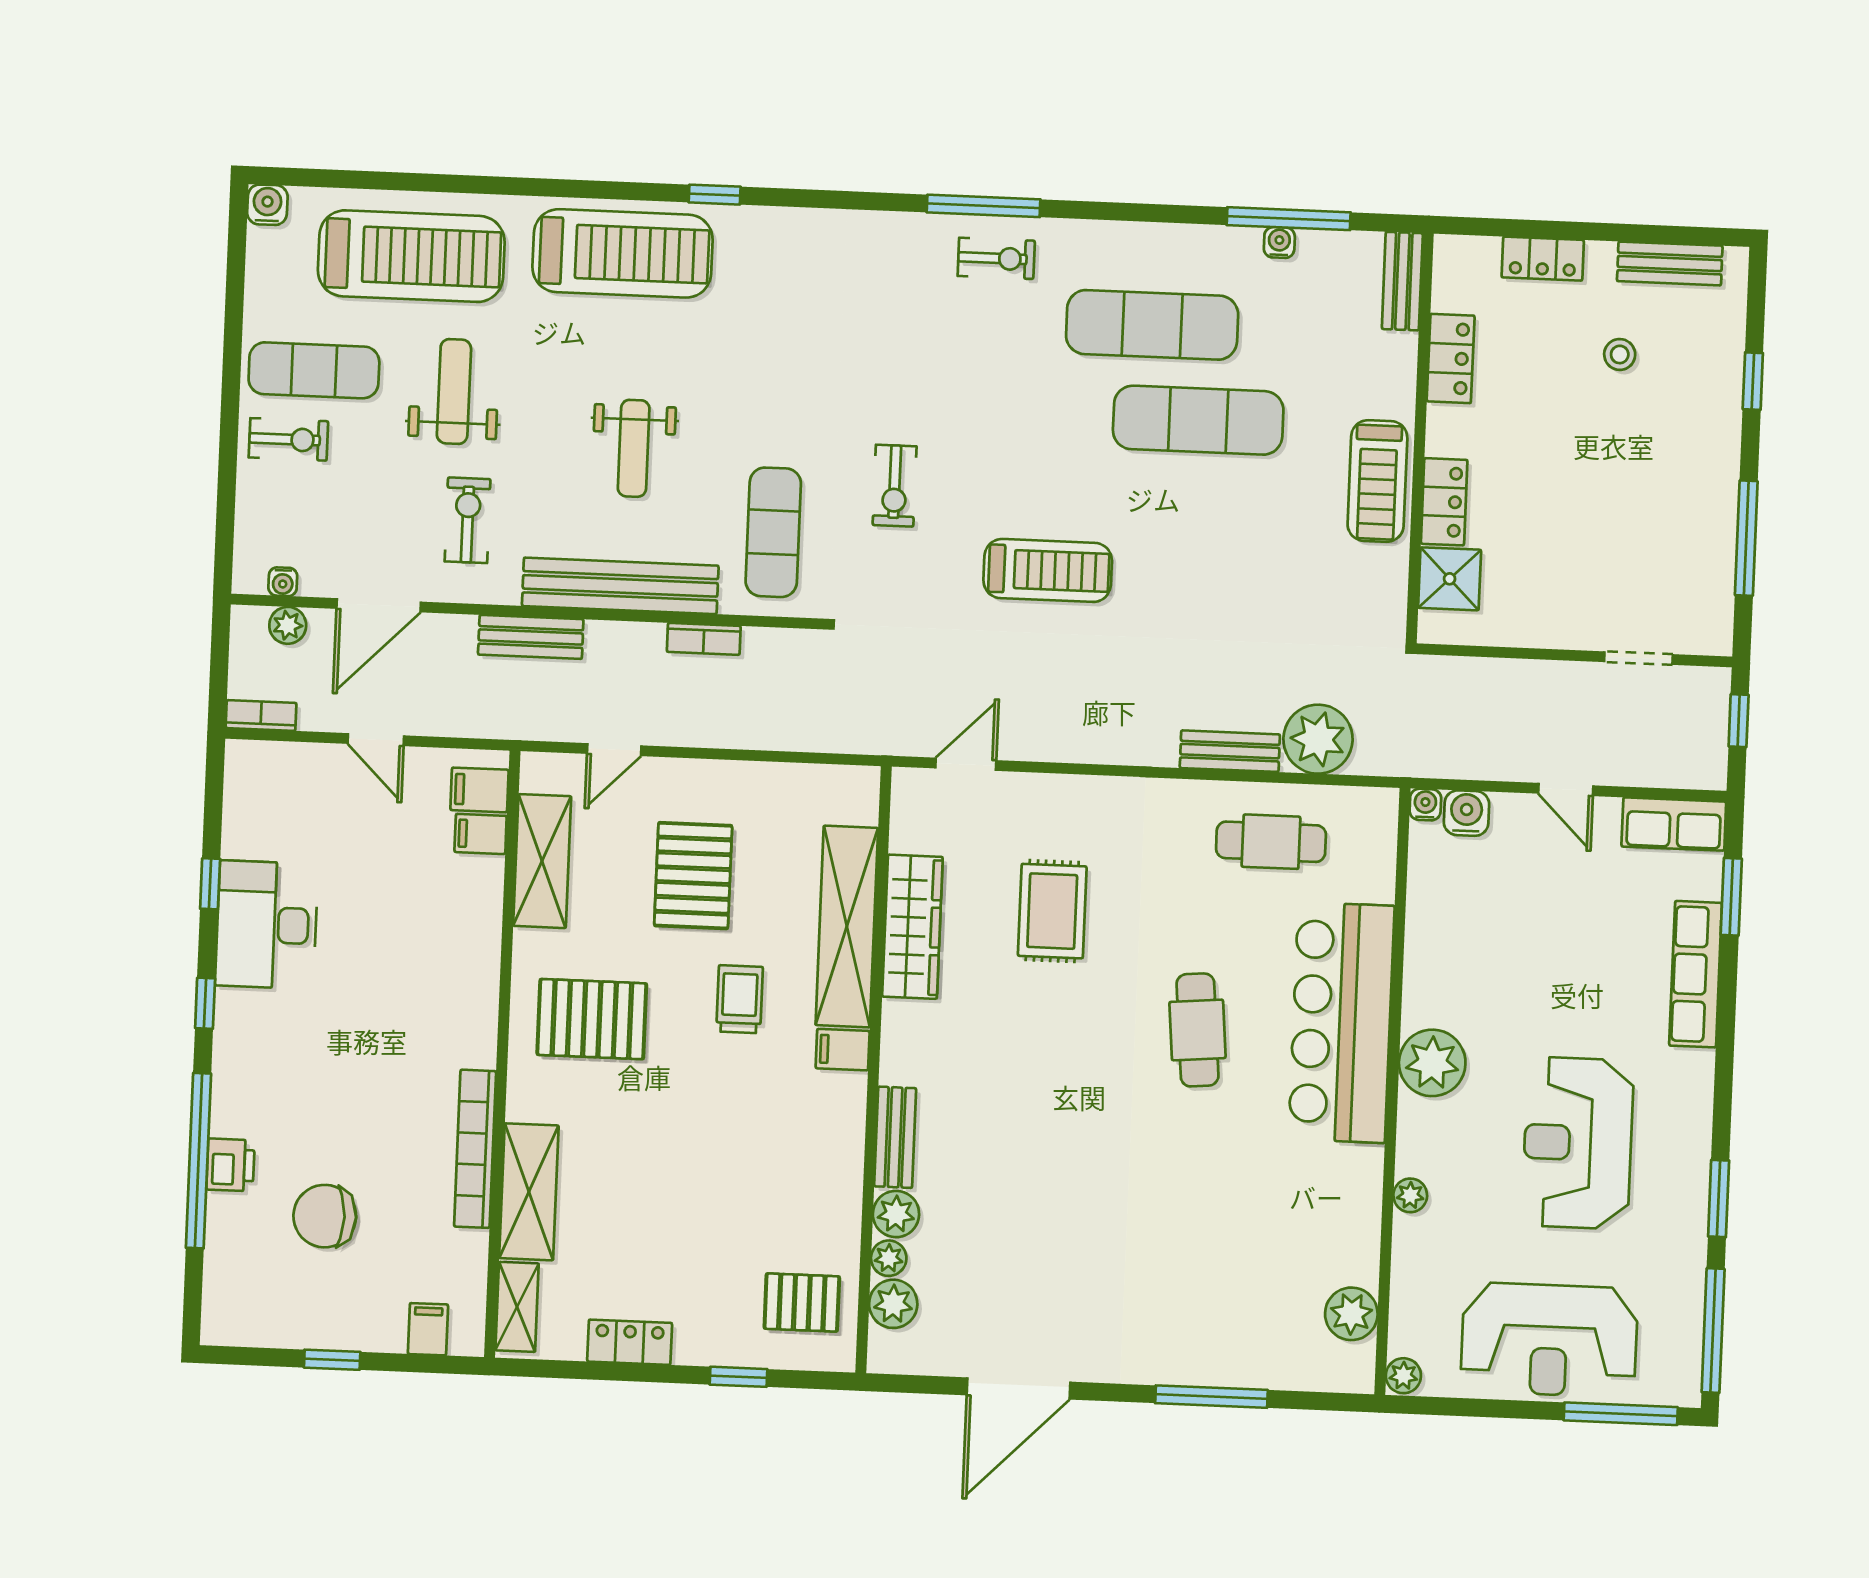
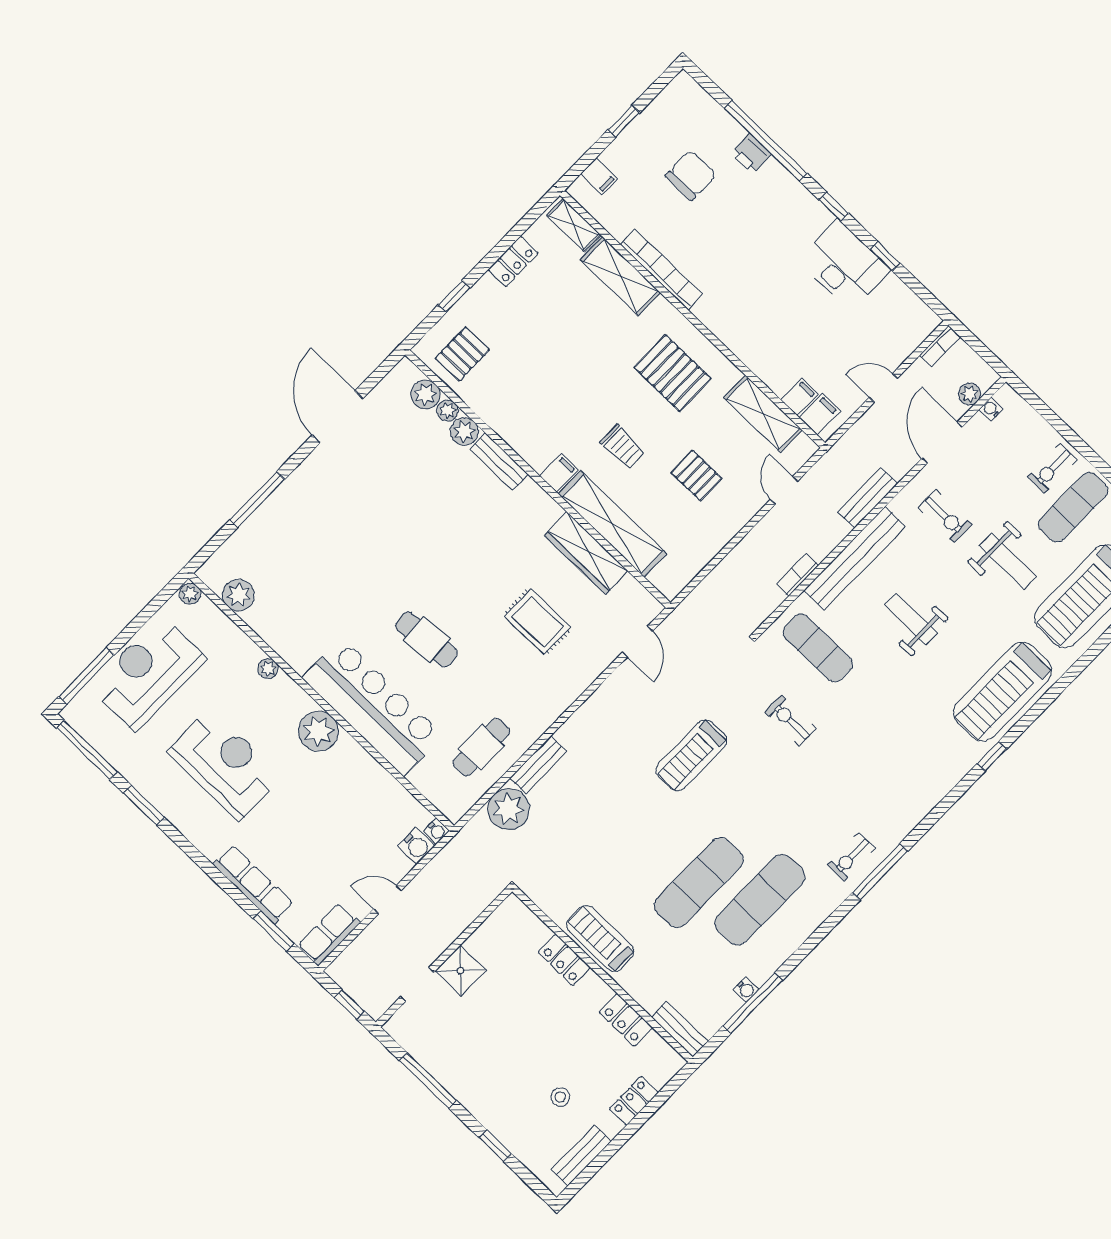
shower: (1450, 579) -> (460, 970), moved
pallet: (693, 876) -> (696, 475), width x0.67, depth x0.71
pallet: (592, 1019) -> (673, 373), turned 90

